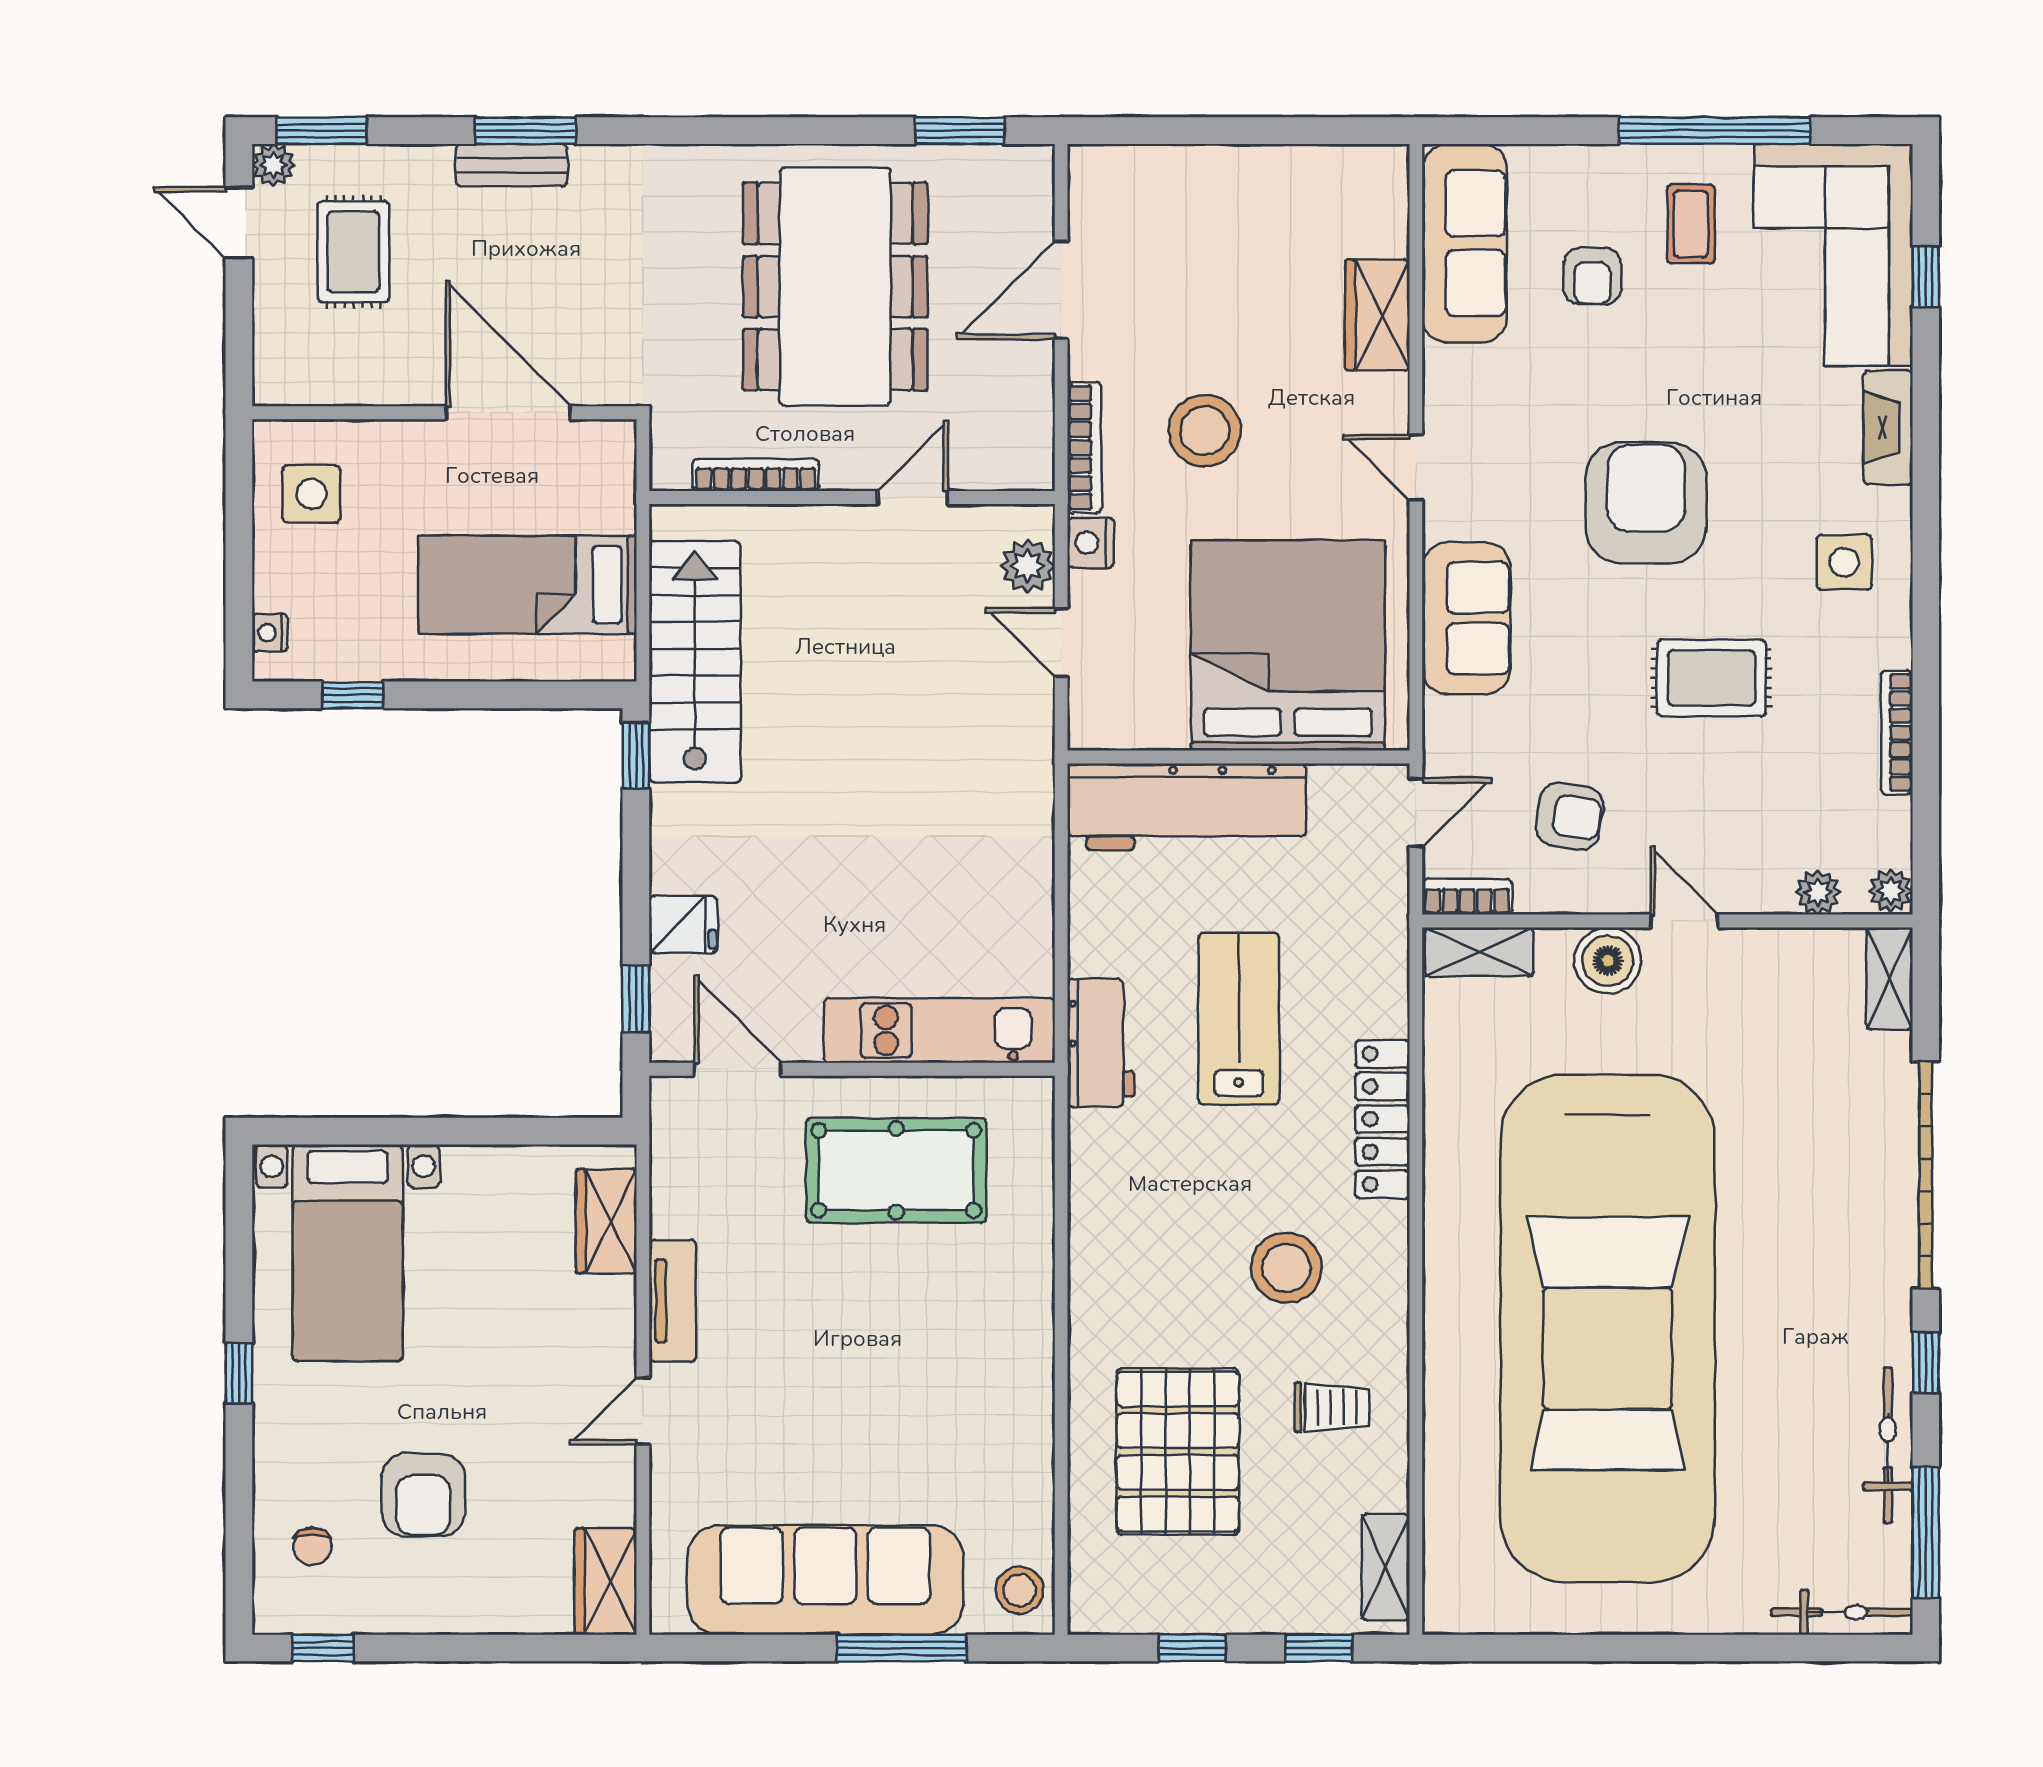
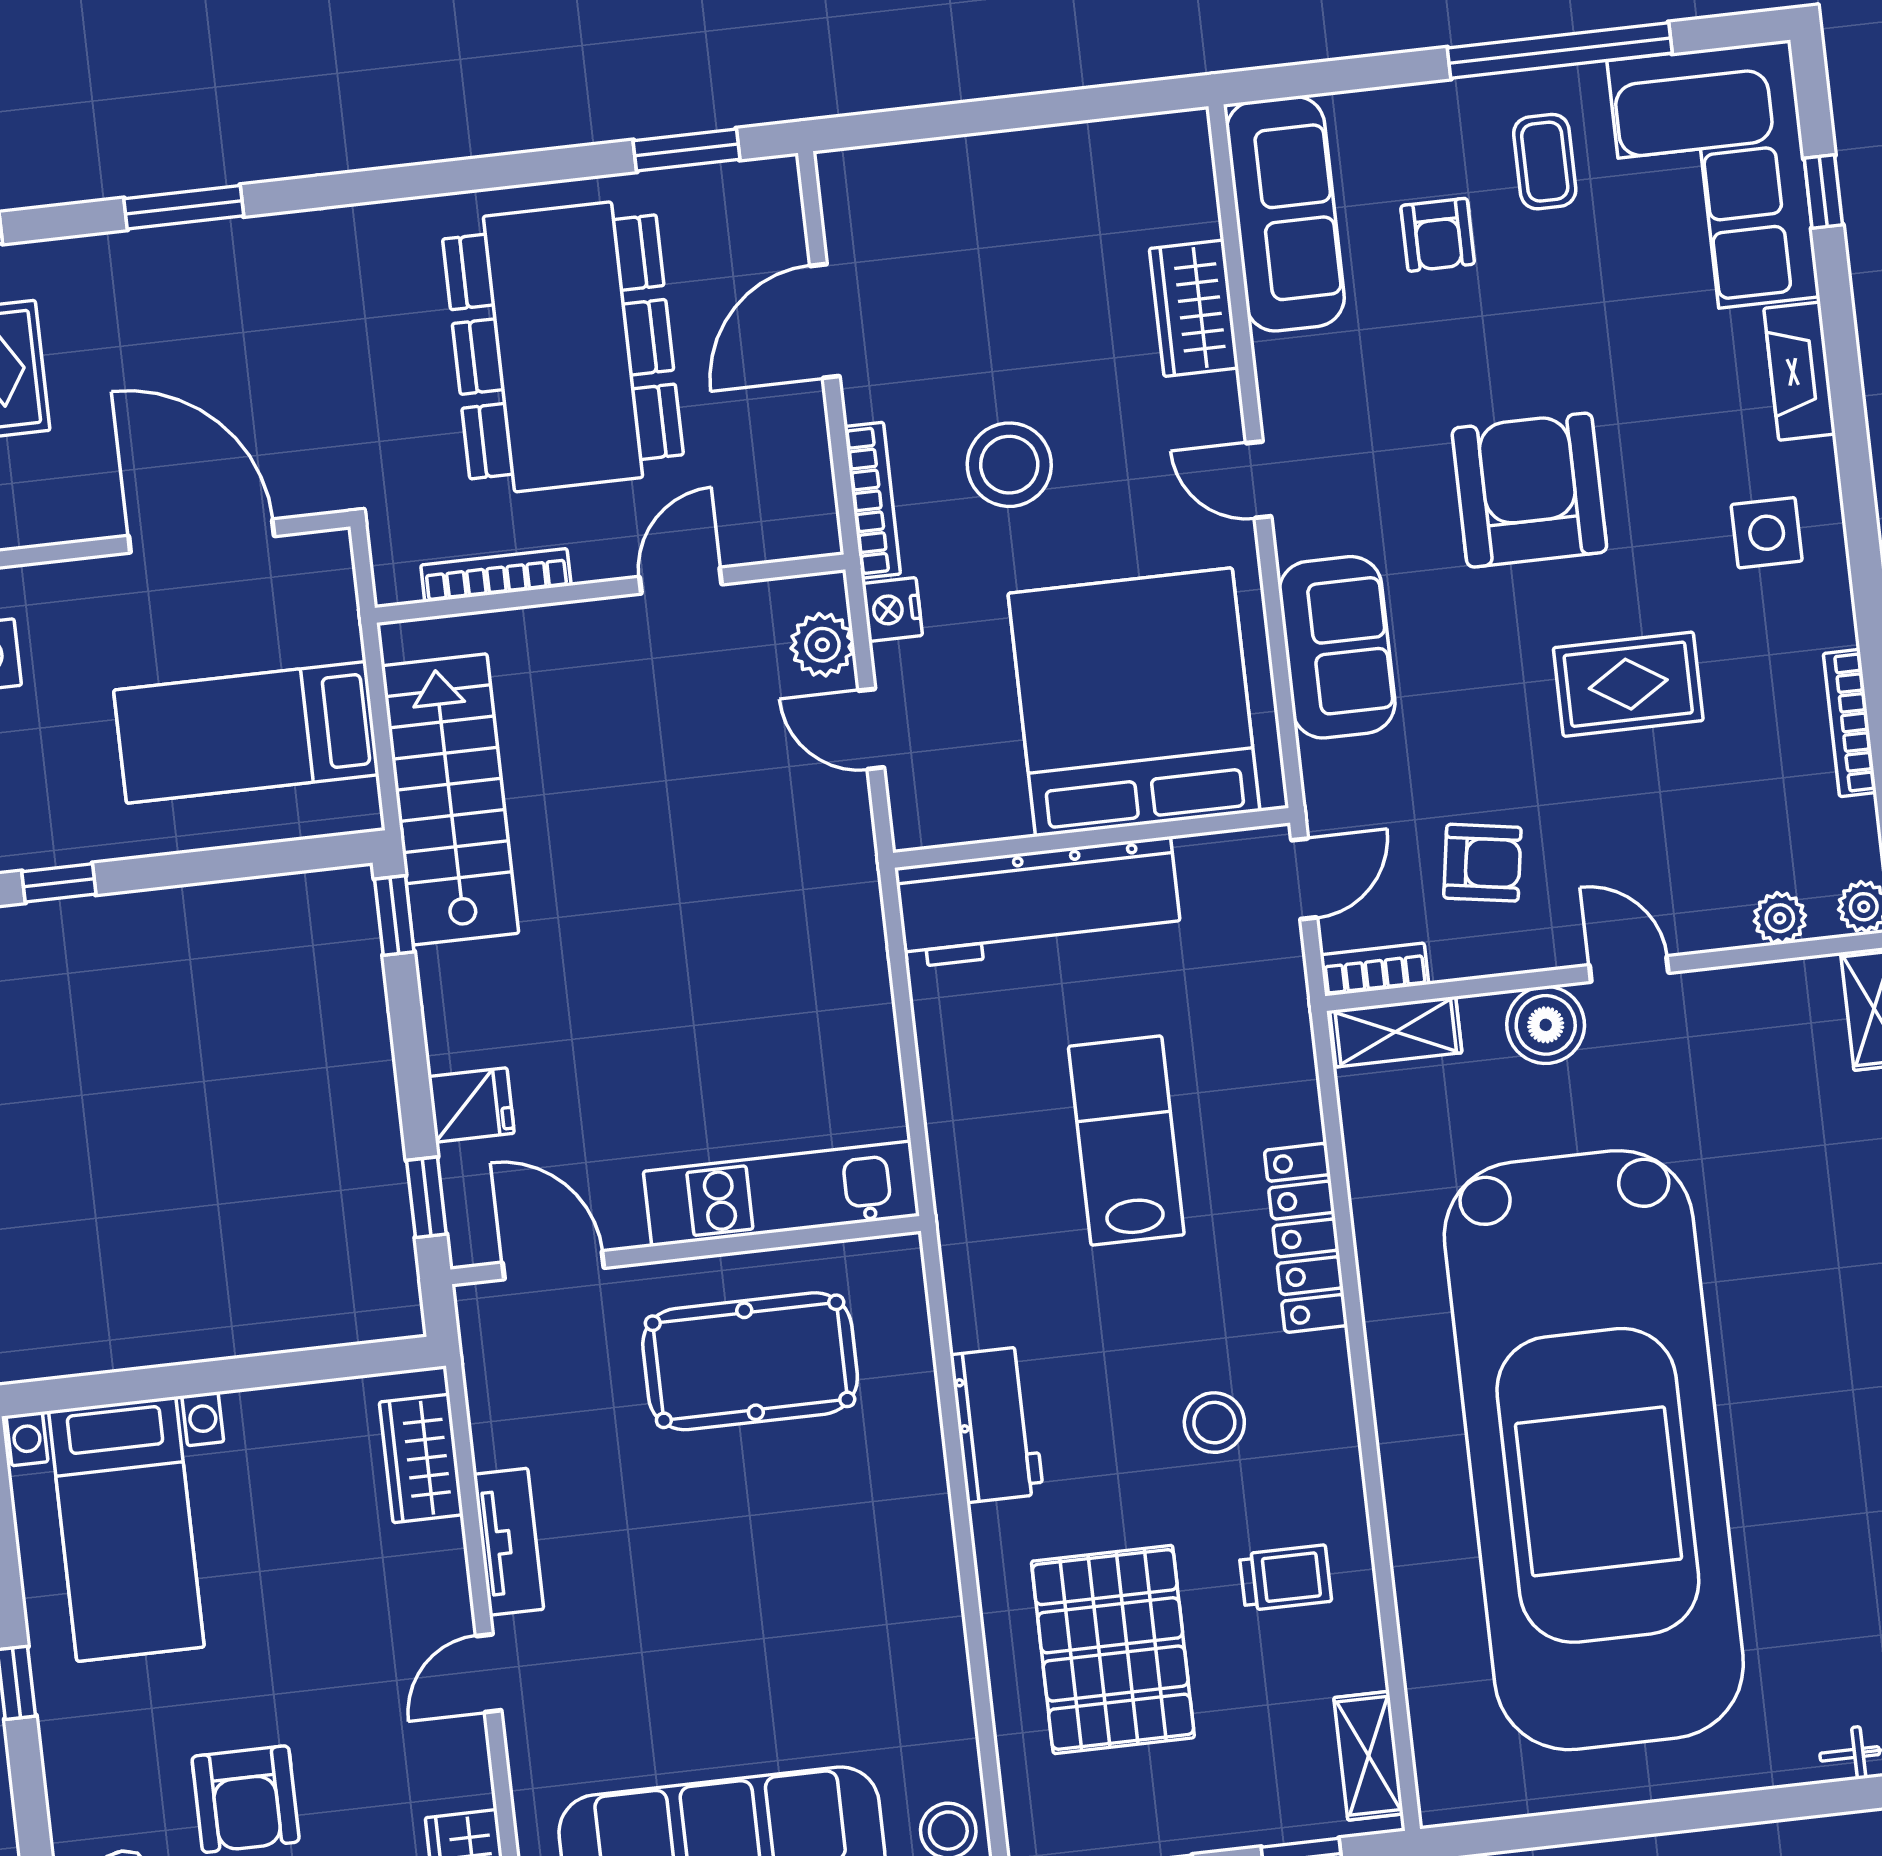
bench: (512, 165) -> (173, 249), removed
workbench: (1101, 1043) -> (997, 1424), moved
stool: (1286, 1268) -> (1214, 1423), width x0.73, depth x0.73

